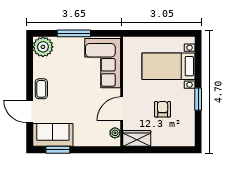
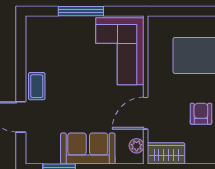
plant: (43, 47) -> (39, 29), removed
sofa: (53, 135) -> (88, 149), moved

